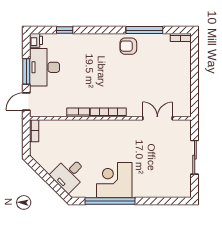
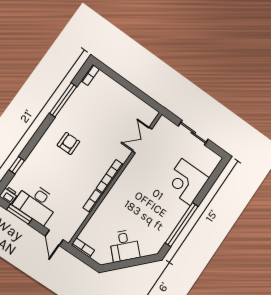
armchair: (128, 46) -> (68, 143), moved, turned 180
window: (26, 71) -> (19, 214), moved
desk: (69, 174) -> (124, 246), moved
corner desk: (114, 180) -> (186, 182), moved

